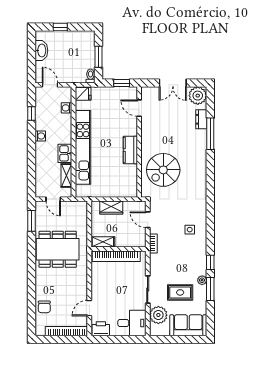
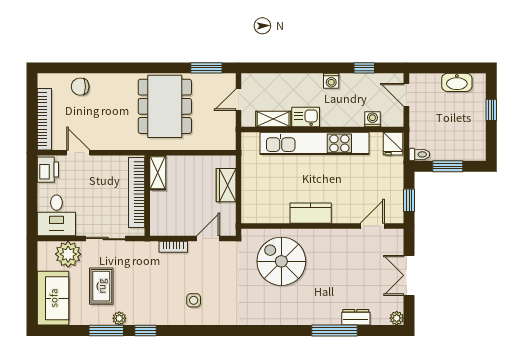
door: (50, 85) -> (406, 95), swing flipped
plant: (198, 96) -> (397, 318), width x0.53, depth x0.53
shelving: (103, 242) -> (158, 173), moved
wall: (118, 249) -> (147, 196), moved
bookcase: (116, 256) -> (137, 192), moved

